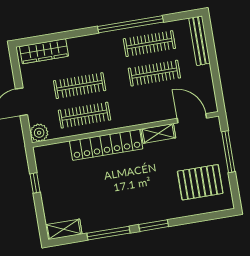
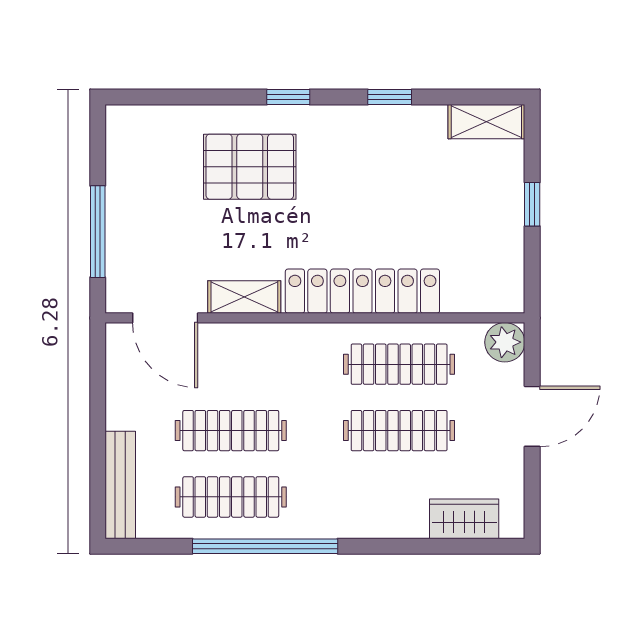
wardrobe: (44, 51) -> (464, 519), width x0.67
pallet: (200, 182) -> (250, 167), moved
window: (35, 183) -> (532, 204), moved
window: (154, 226) -> (288, 97), width x0.67
window: (109, 233) -> (390, 97), width x0.46

